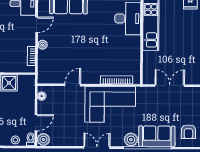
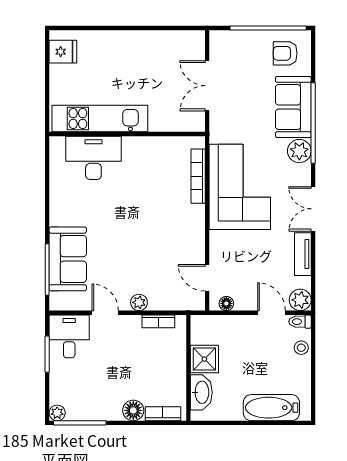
door: (73, 85) -> (207, 278), moved
armchair: (188, 132) -> (285, 53), turned 180
tv unit: (70, 141) -> (303, 254), added

